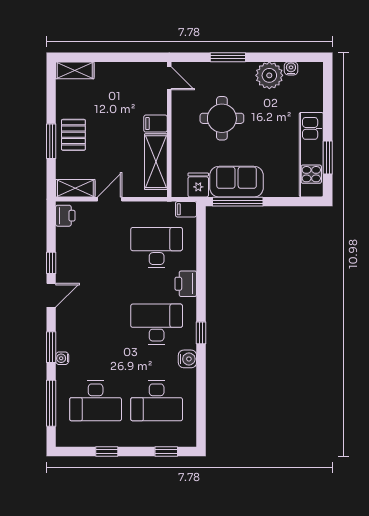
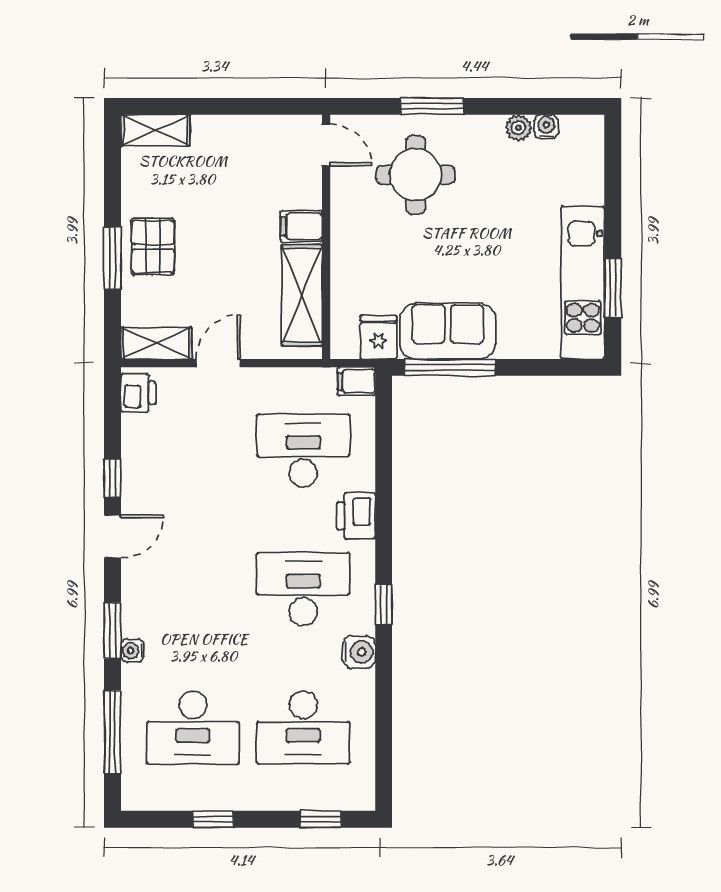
plant: (269, 75) -> (518, 128), width x0.53, depth x0.53
round table: (222, 118) -> (416, 175), moved

